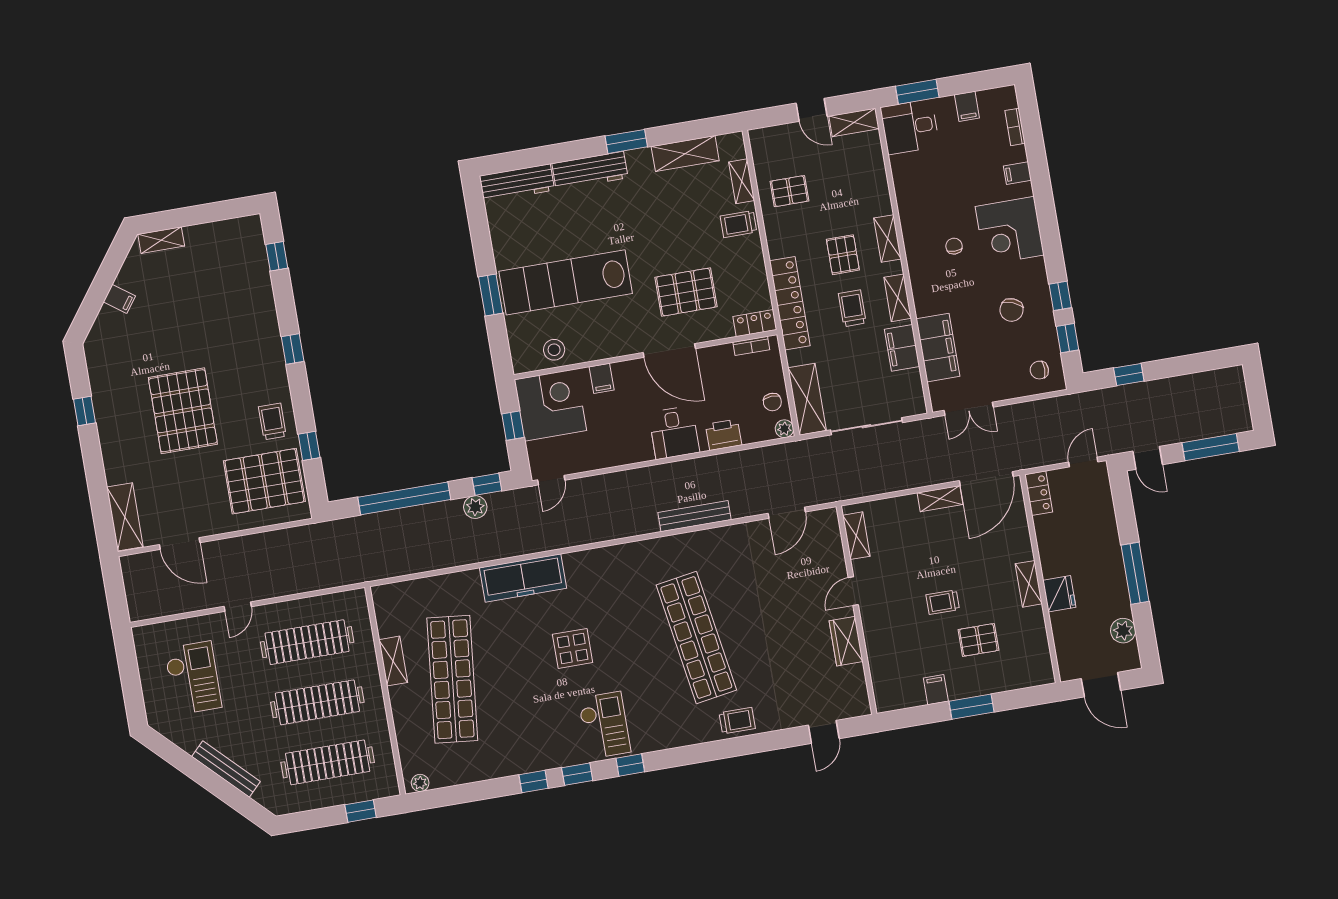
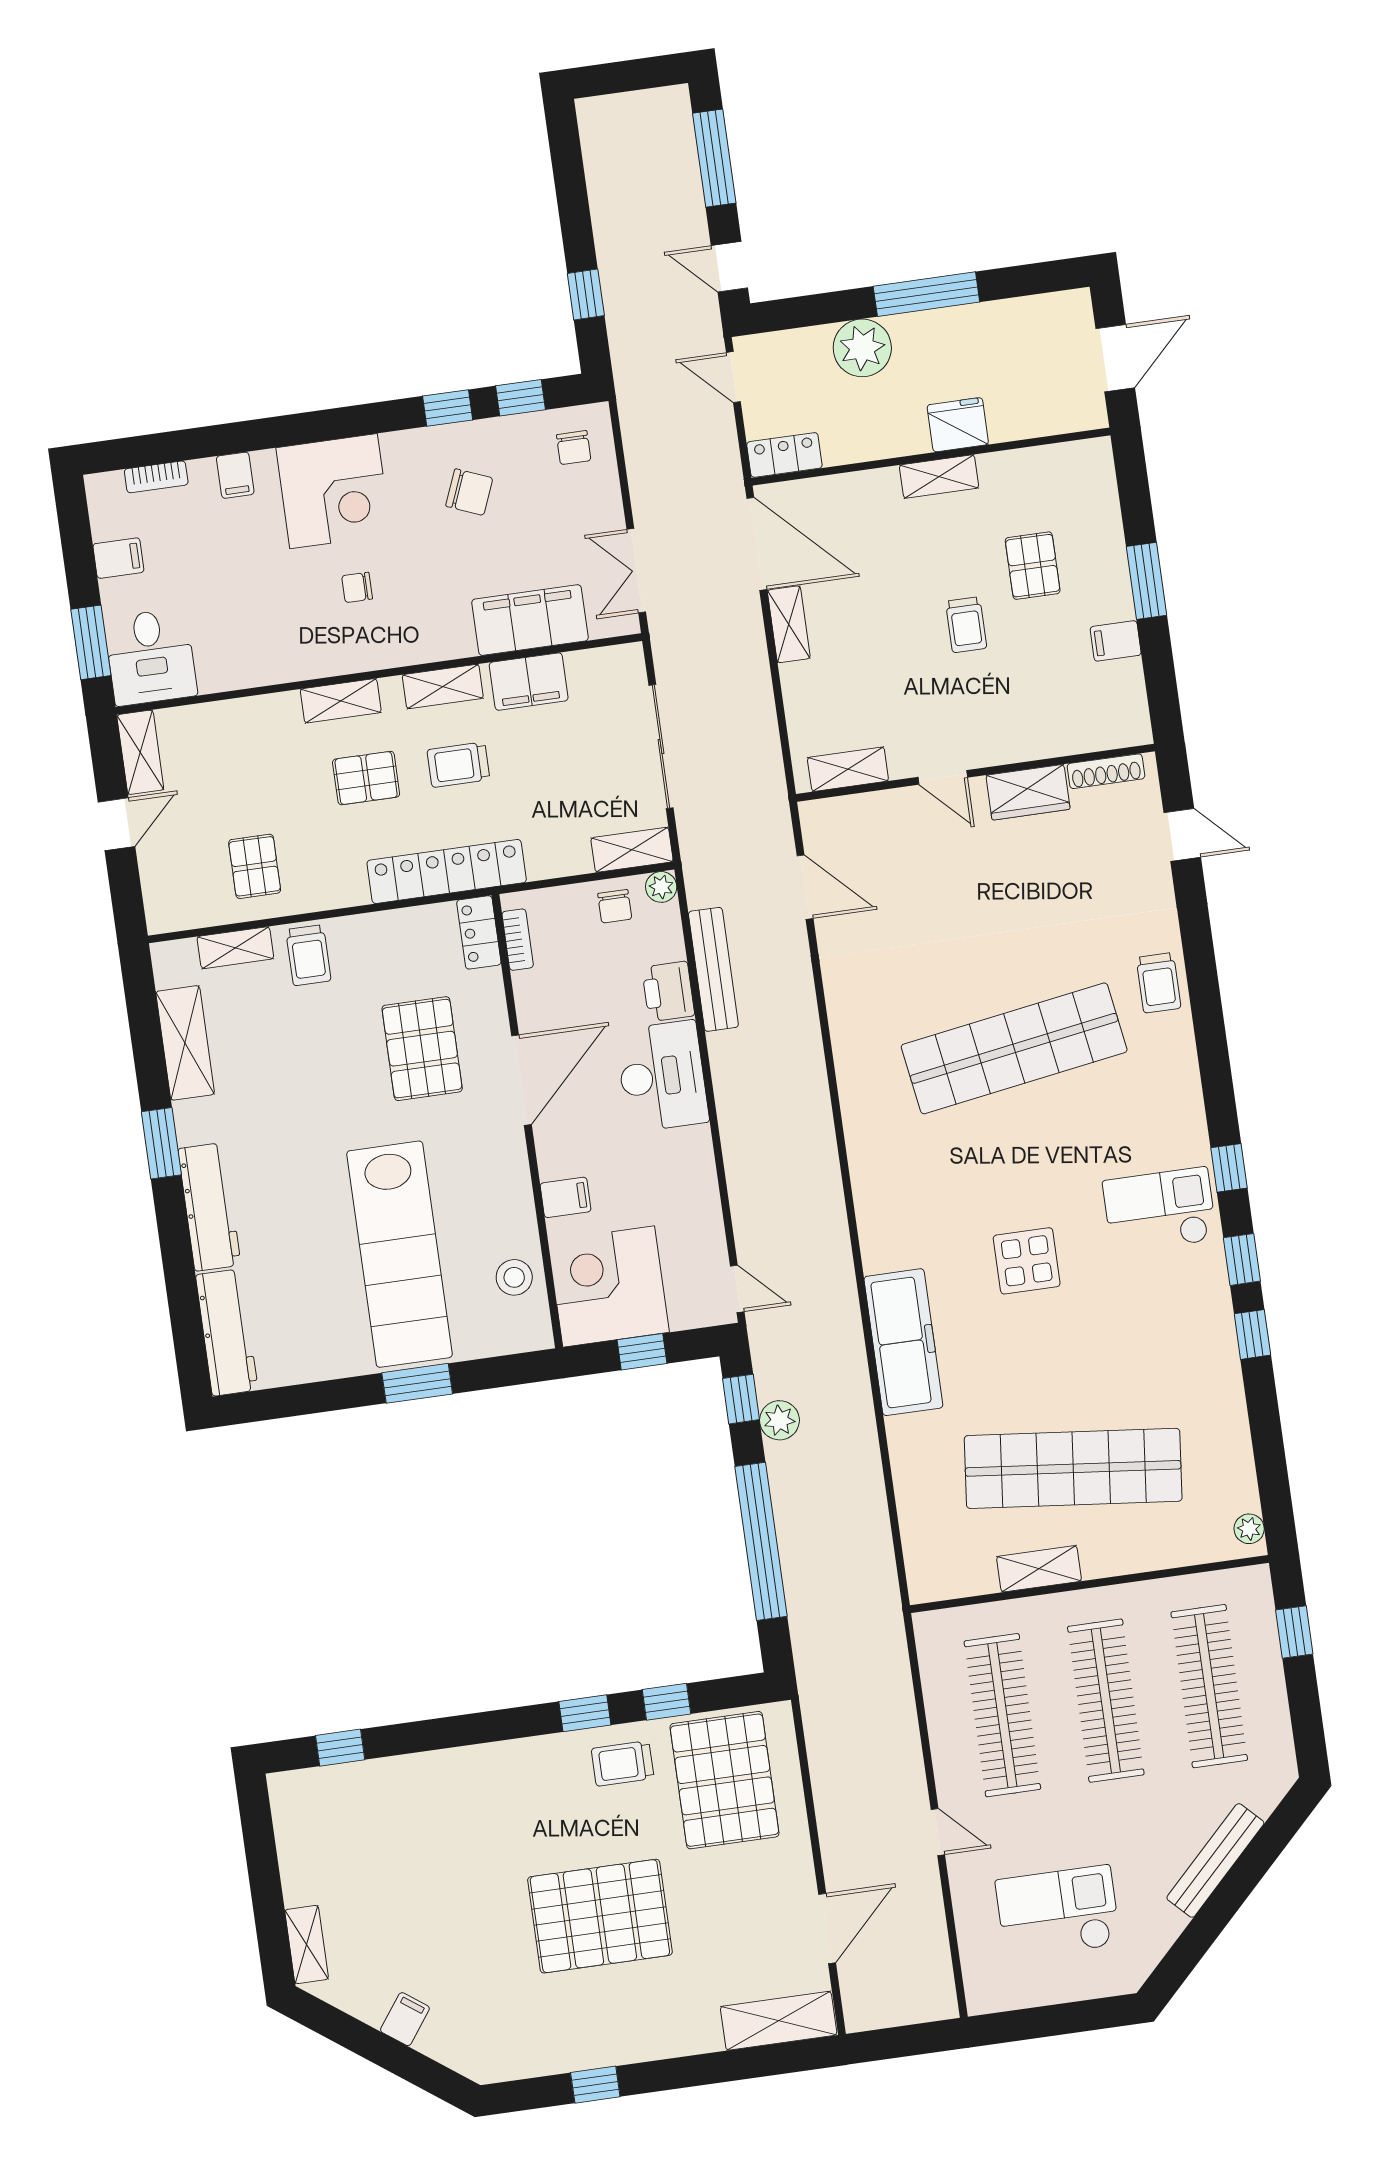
window: (293, 349) -> (585, 1713), moved
shelving: (807, 399) -> (632, 850), width x0.67, depth x0.75
chair: (772, 402) -> (615, 906), turned 94
double door: (969, 409) -> (636, 571), swing flipped
desk: (674, 433) -> (662, 1076), width x1.37
door: (1148, 458) -> (729, 267), swing flipped
bench: (695, 516) -> (713, 969), moved
plant: (1123, 631) -> (862, 348), moved, width x1.36, depth x1.36
shoe rack: (860, 686) -> (1106, 771), added
trolley: (737, 721) -> (1159, 983), turned 180

